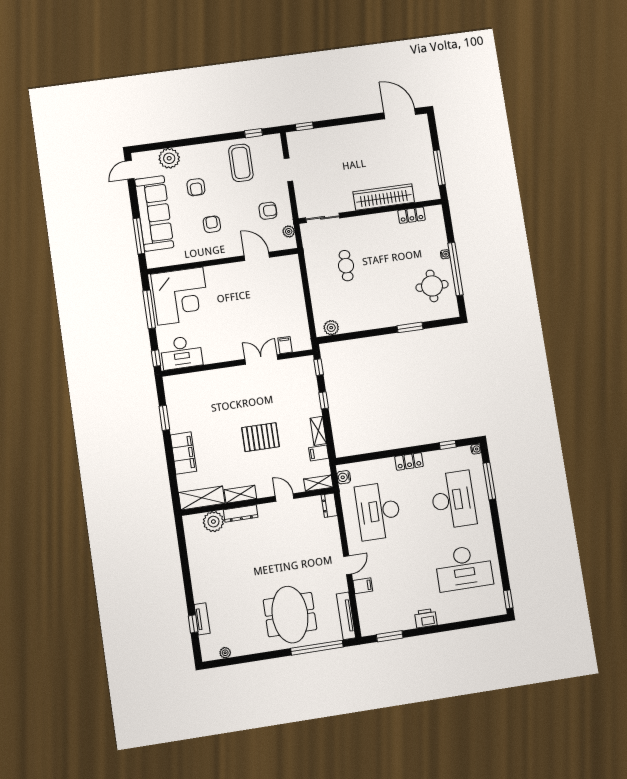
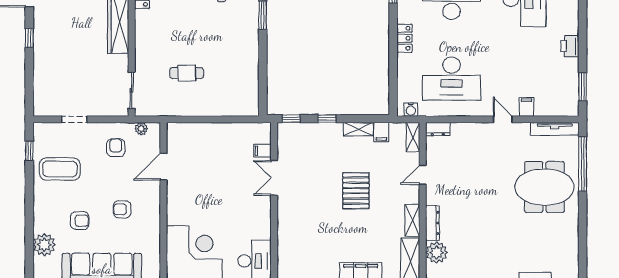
window: (304, 126) -> (29, 38), moved
plant: (331, 328) -> (251, 99), removed
plant: (225, 653) -> (573, 260), removed

